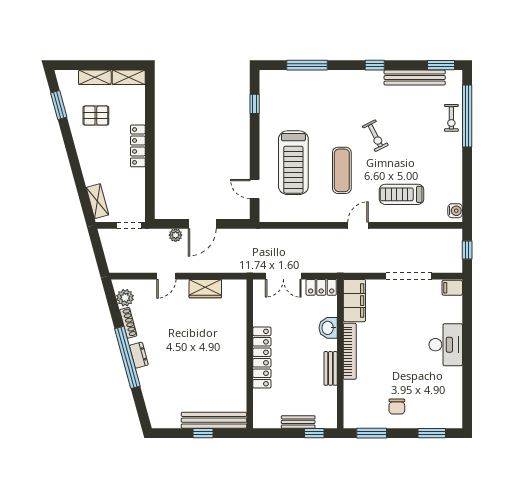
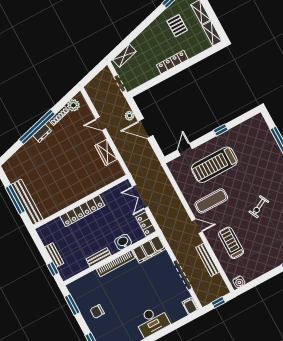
window: (255, 104) -> (221, 130), moved
exercise mat: (342, 170) -> (211, 201), moved
bench: (407, 235) -> (207, 260), added
window: (203, 433) -> (15, 199), width x2.17

